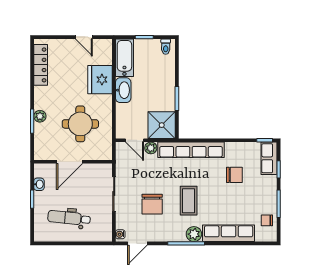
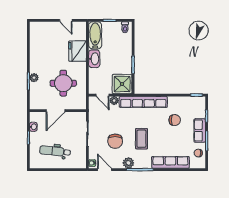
locker: (41, 65) -> (35, 41), removed
row of seats: (269, 158) -> (200, 130), moved
plant: (194, 234) -> (128, 163), moved
door: (137, 243) -> (105, 170), swing flipped

